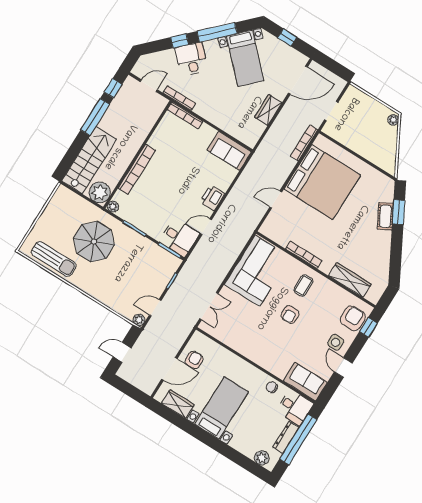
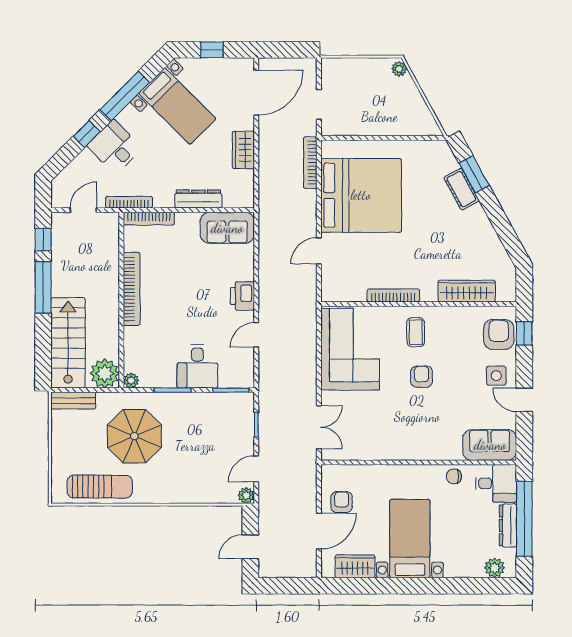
dresser: (222, 122) -> (198, 199), added
bookcase: (137, 169) -> (132, 289), moved
bench: (70, 197) -> (73, 401), added
desk: (179, 238) -> (197, 366), moved, turned 90
armchair: (290, 315) -> (422, 377), turned 180

